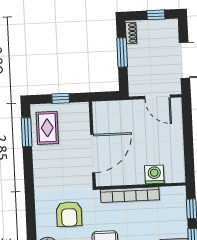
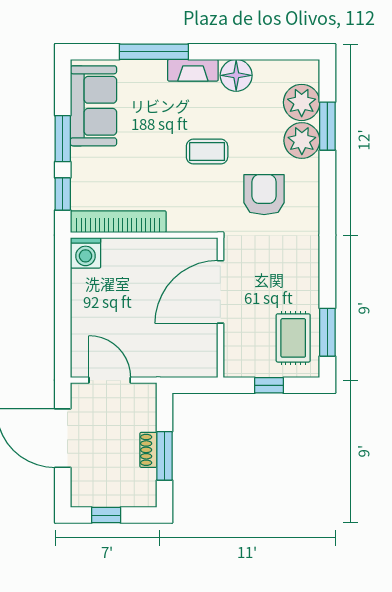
shoe rack: (131, 33) -> (148, 450), moved
washing machine: (154, 175) -> (86, 253), moved
bookcase: (130, 195) -> (118, 222), moved

